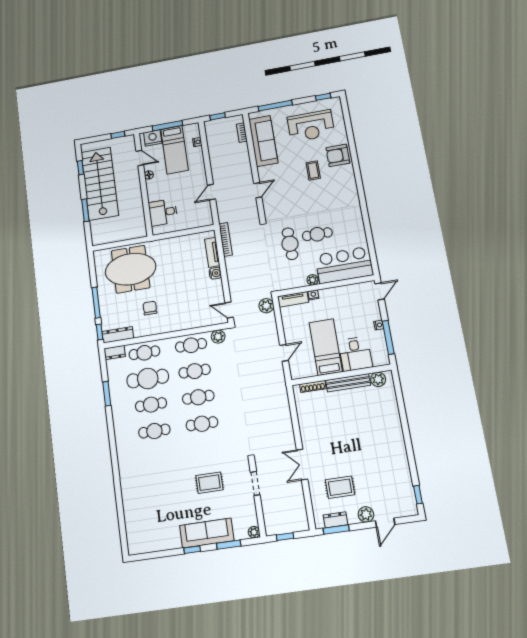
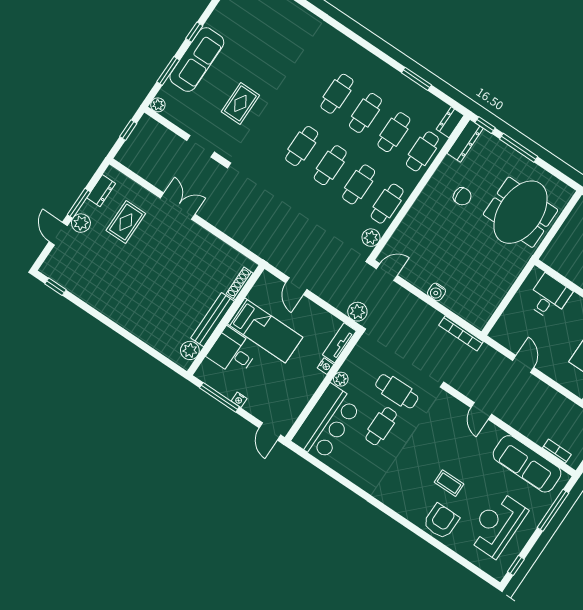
tv unit: (212, 252) -> (460, 308), removed
cafe table: (148, 379) -> (394, 132), width x0.73, depth x0.74
window: (336, 529) -> (79, 203), moved

